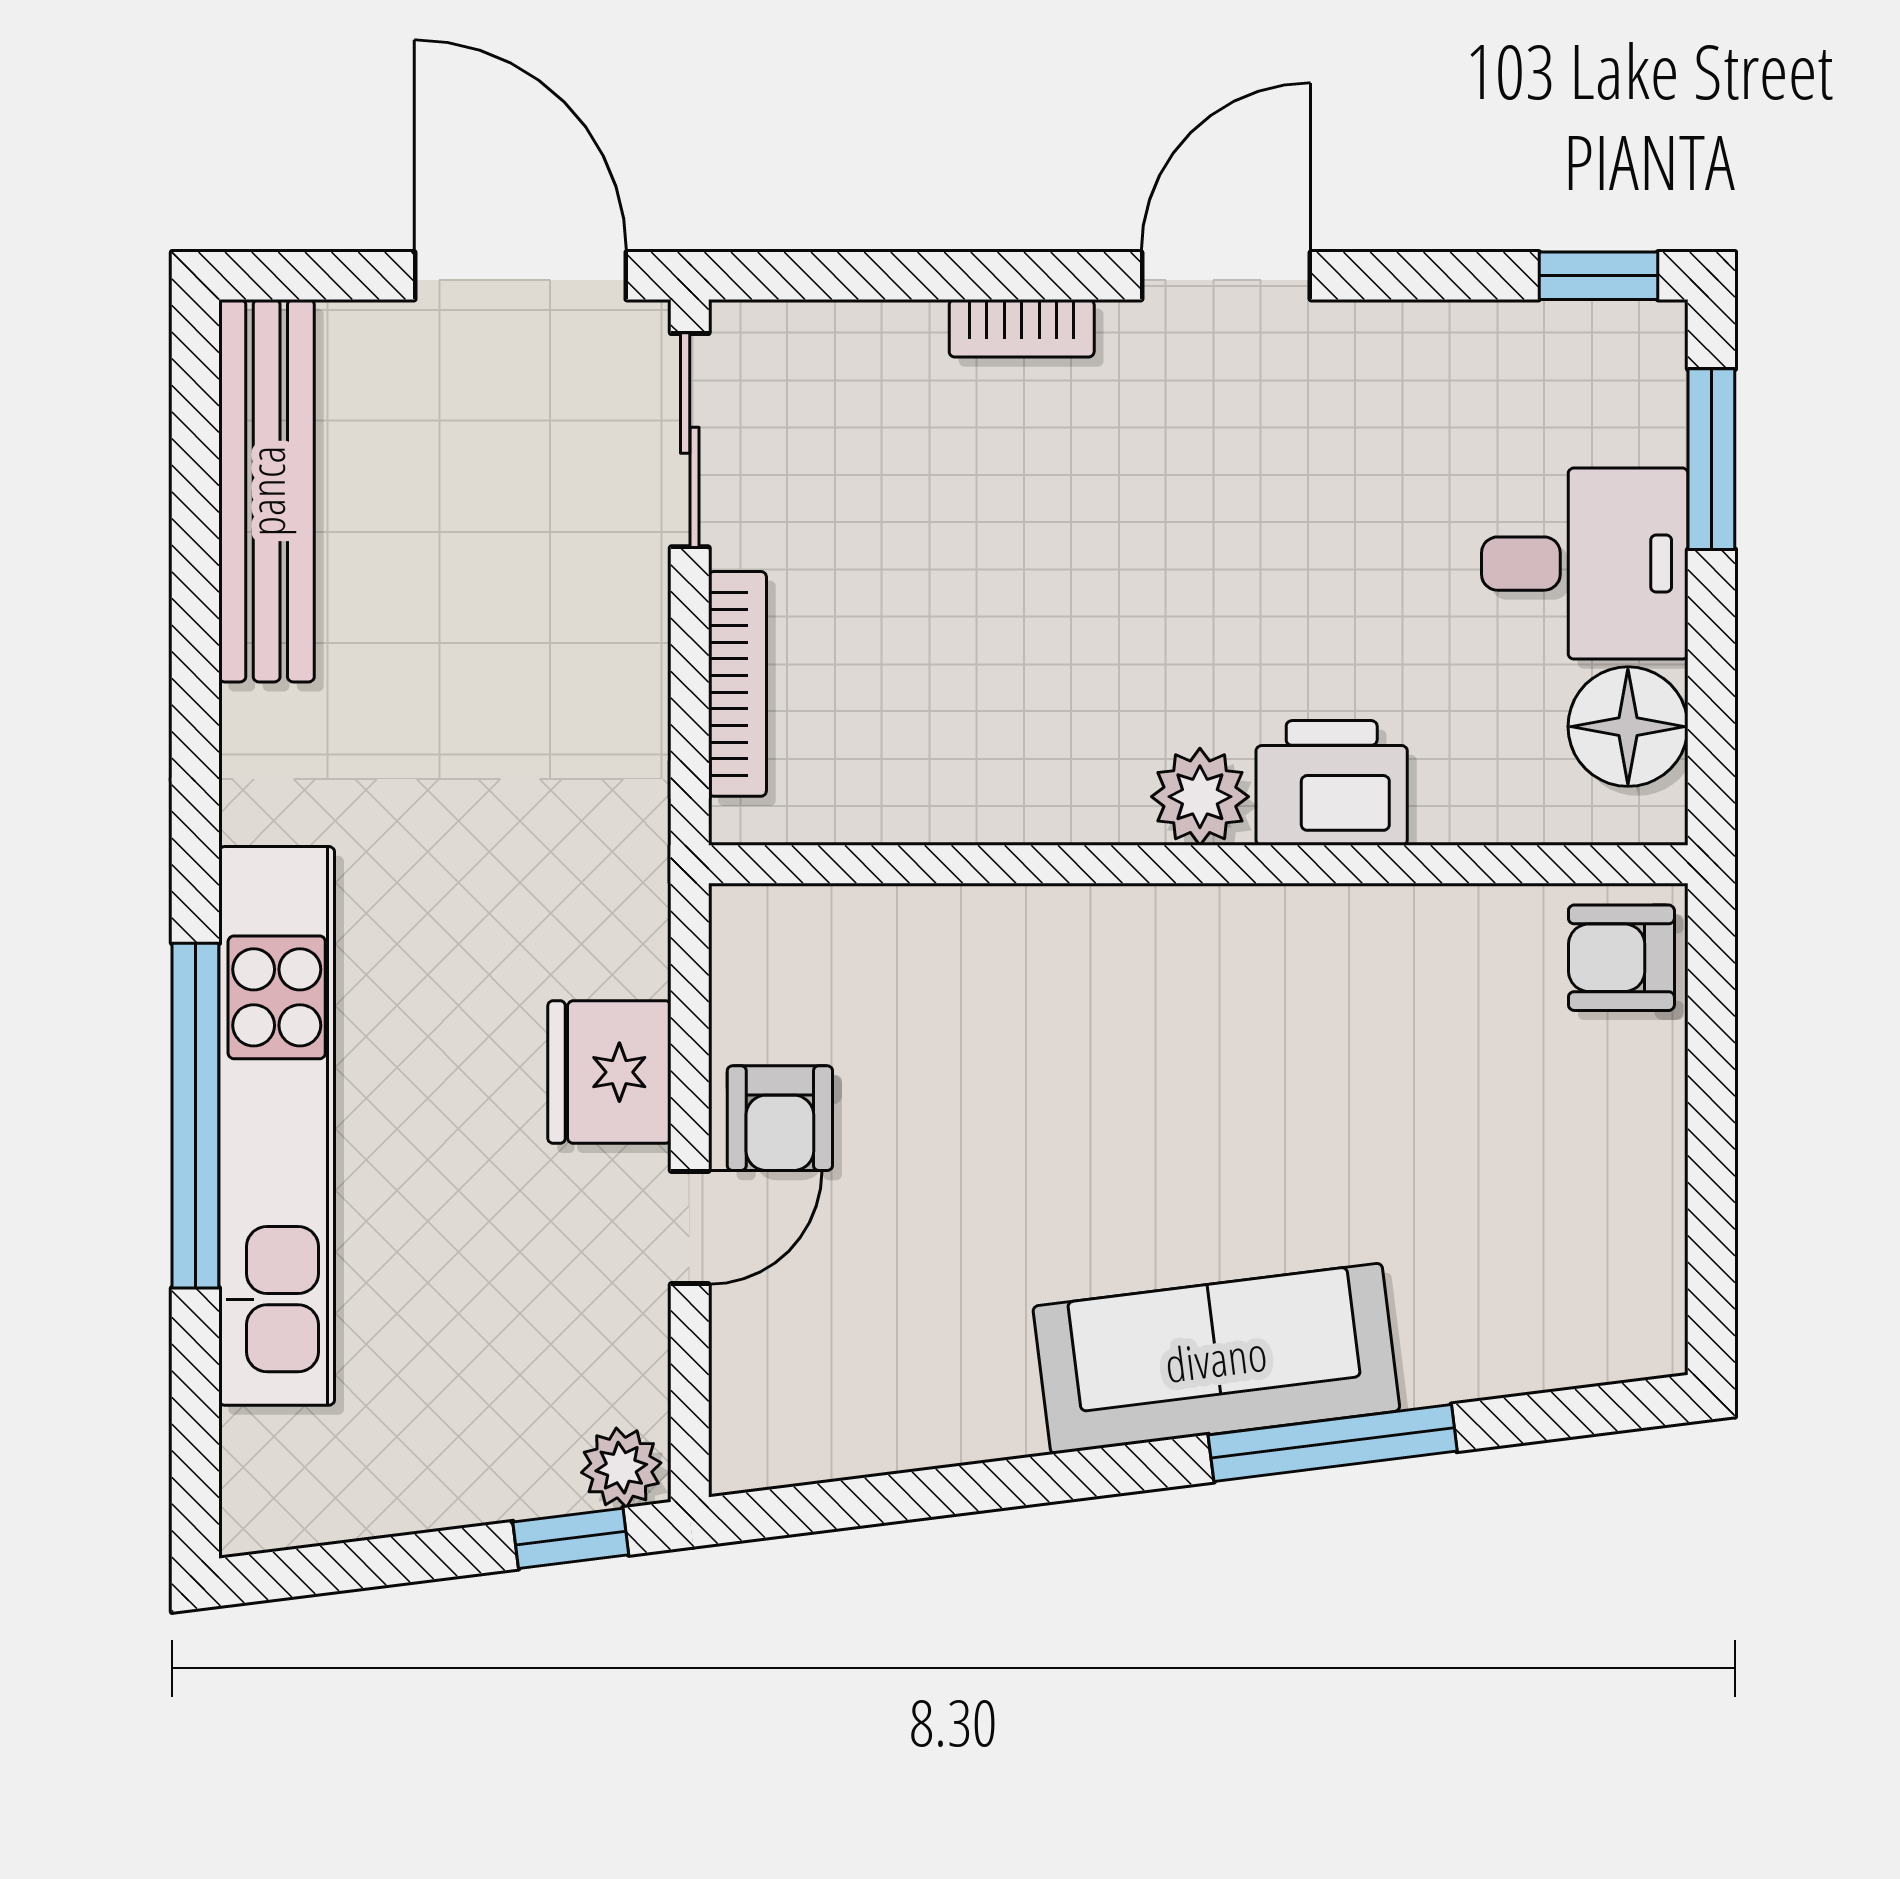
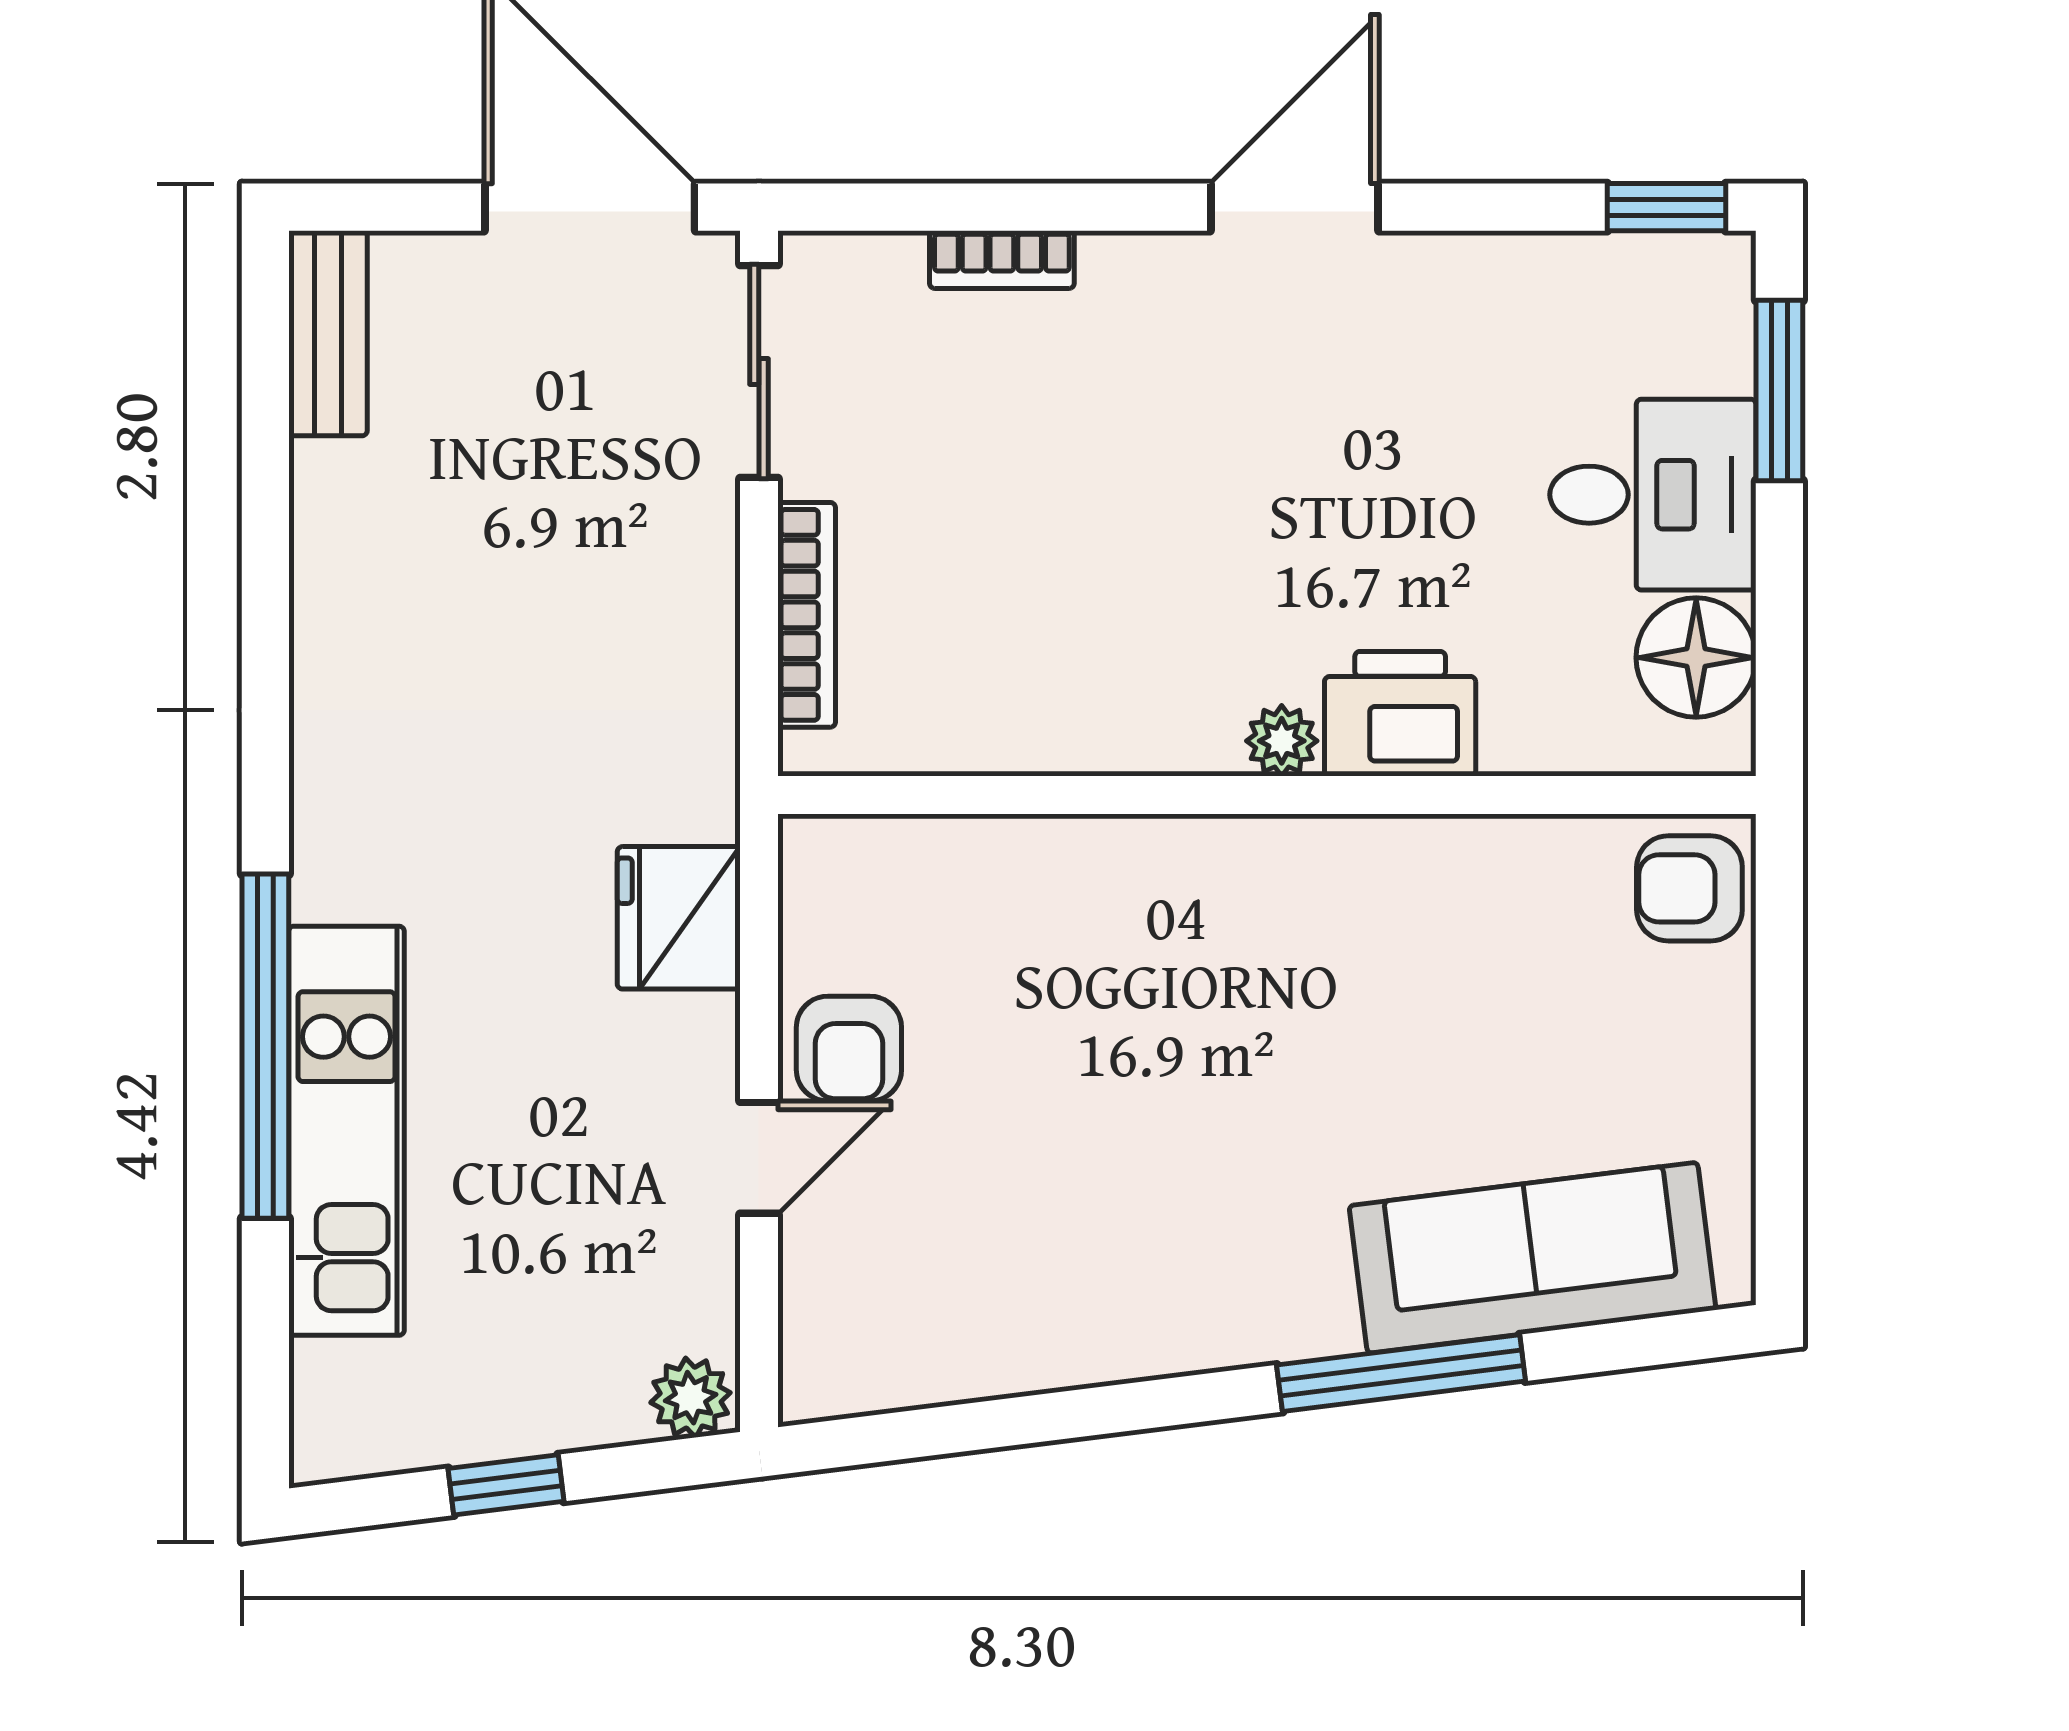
bookcase: (1022, 328) -> (1002, 260), moved
bench: (267, 491) -> (328, 333), width x0.54, depth x0.82
plant: (1200, 797) -> (1282, 741), width x0.73, depth x0.73
fridge: (609, 1072) -> (679, 918), moved
kitchen unit: (277, 1126) -> (346, 1131), width x0.73
sofa: (1216, 1359) -> (1533, 1258), moved
window: (571, 1538) -> (506, 1485), moved

